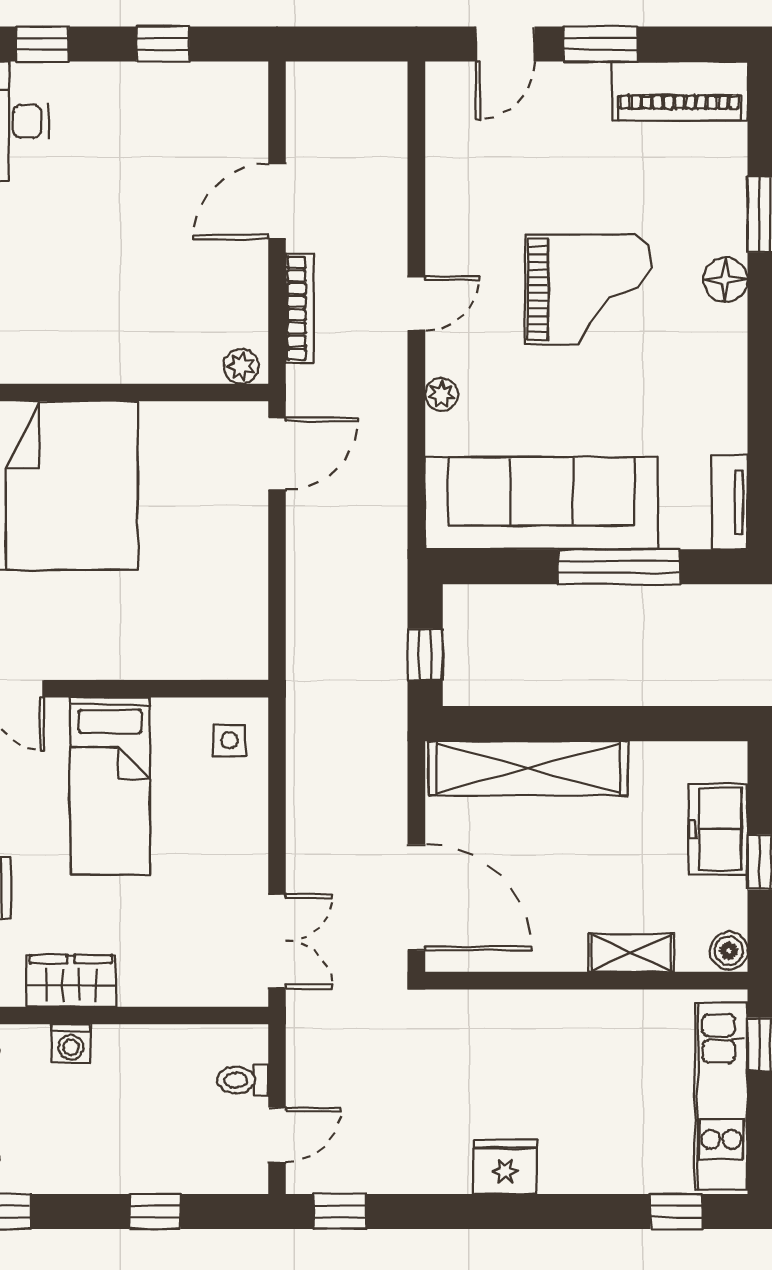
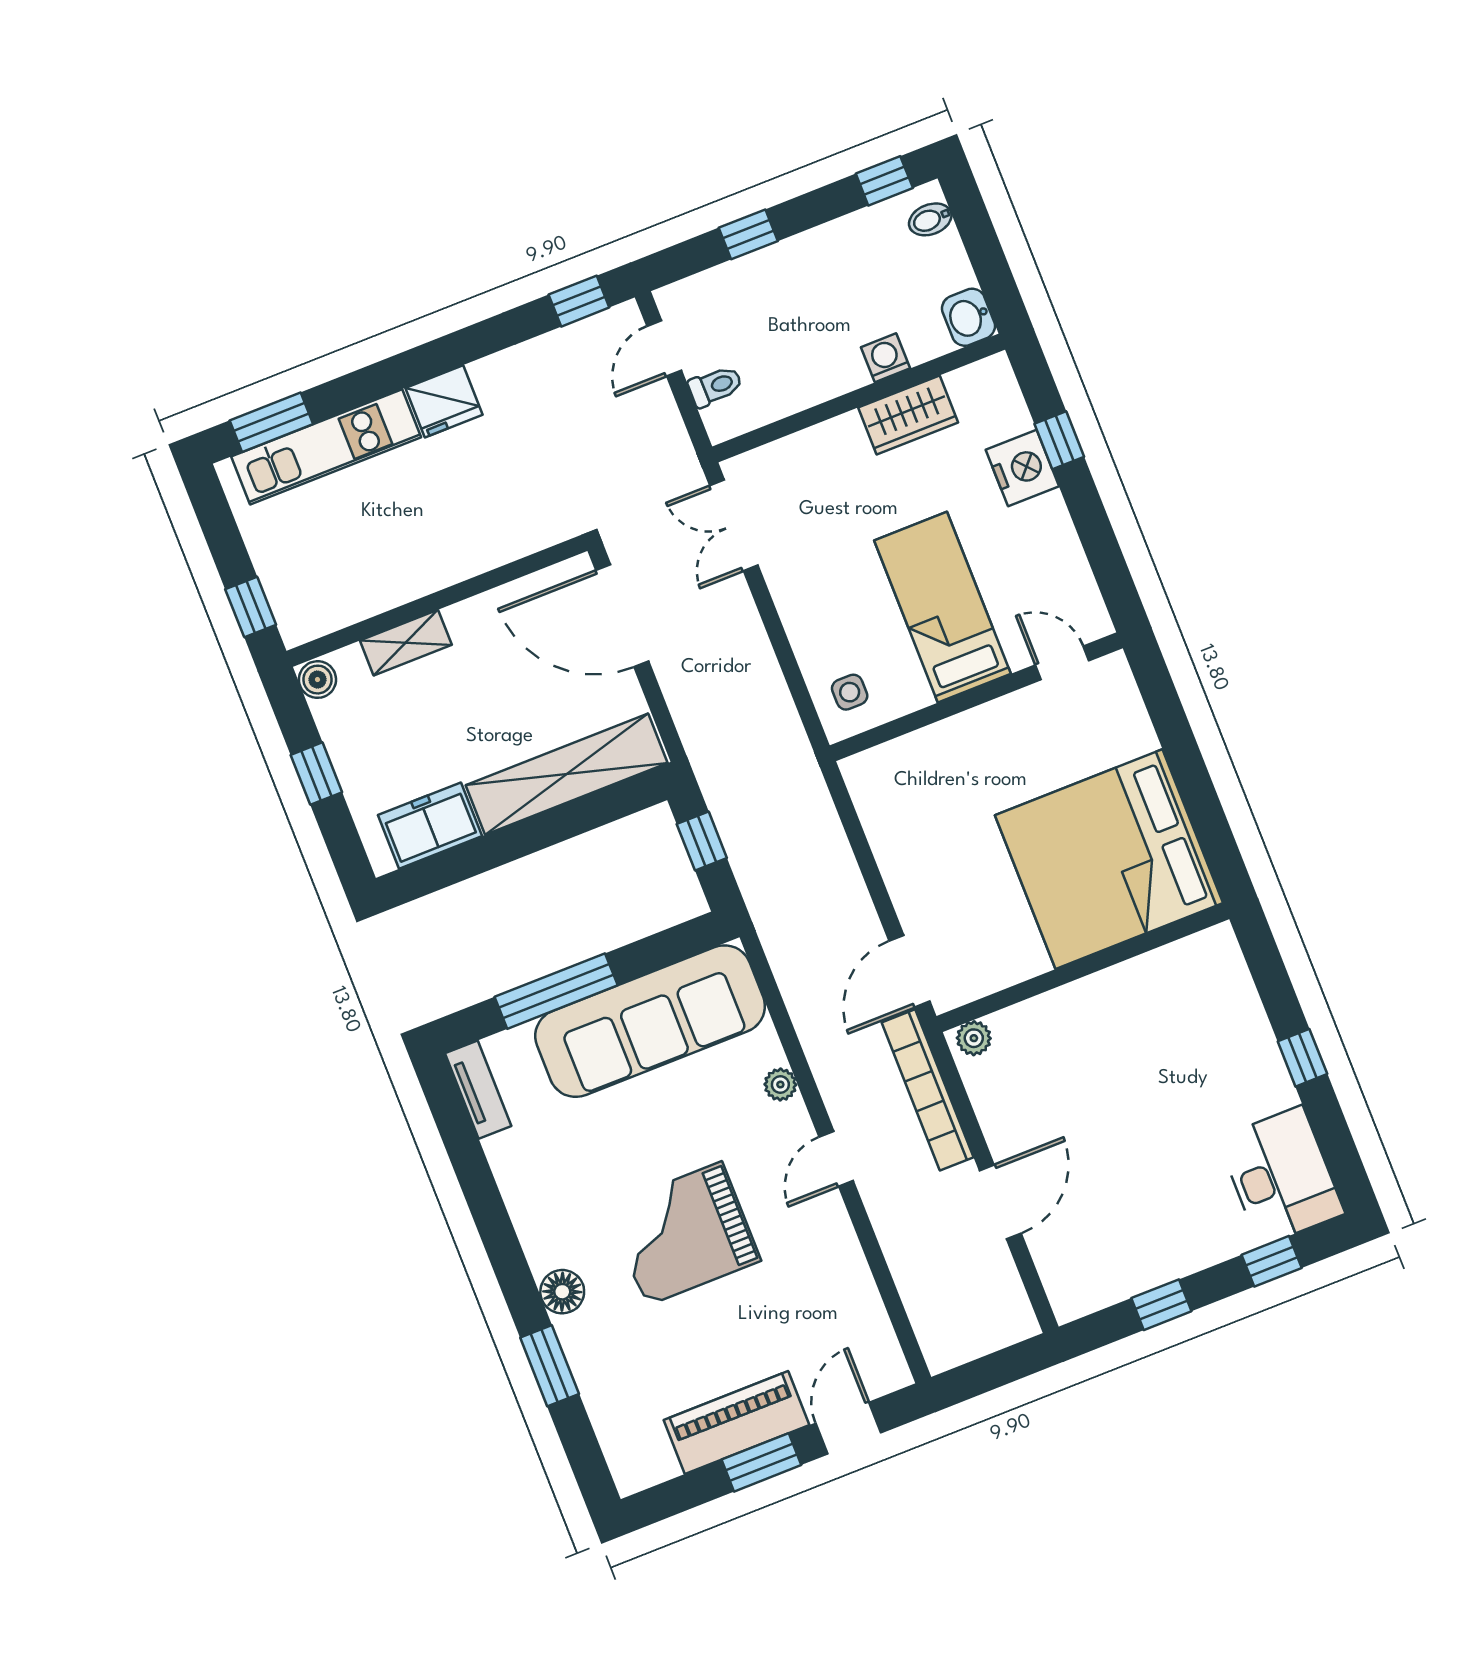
piano: (679, 91) -> (736, 1422), moved
bookcase: (300, 308) -> (928, 1090), width x1.48, depth x1.31
freezer: (718, 829) -> (430, 826), moved, turned -90
kitchen unit: (721, 1096) -> (326, 447), moved, turned 90
window: (676, 1212) -> (271, 422), width x1.50

